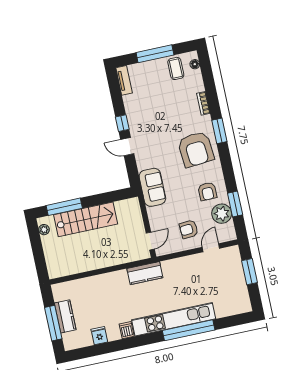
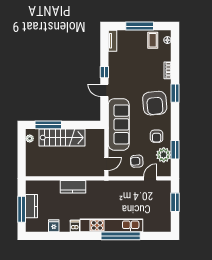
sofa: (152, 187) -> (119, 124), width x1.85, depth x1.27
kitchen counter: (145, 273) -> (73, 187), moved

